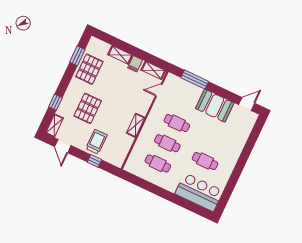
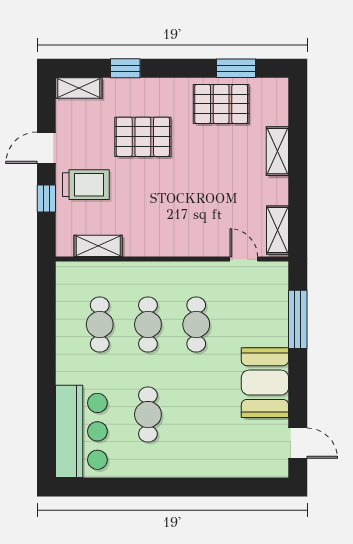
filing cabinet: (135, 64) -> (274, 189), removed
shelving: (136, 125) -> (98, 246), moved
door: (63, 146) -> (46, 148), moved

